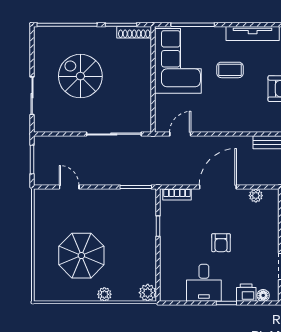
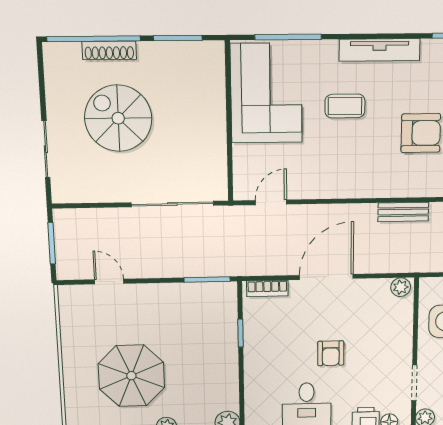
shoe rack: (134, 32) -> (109, 50), moved
plant: (256, 196) -> (401, 287), moved

